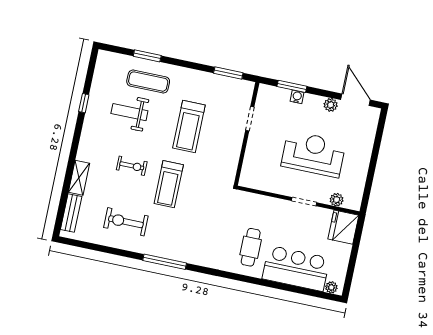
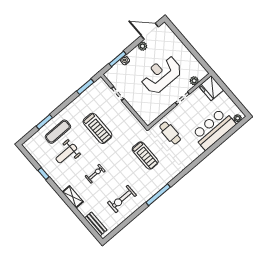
shelving: (79, 178) -> (73, 197), moved
treadmill: (169, 184) -> (145, 155), moved
cafe table: (251, 247) -> (170, 133), moved

